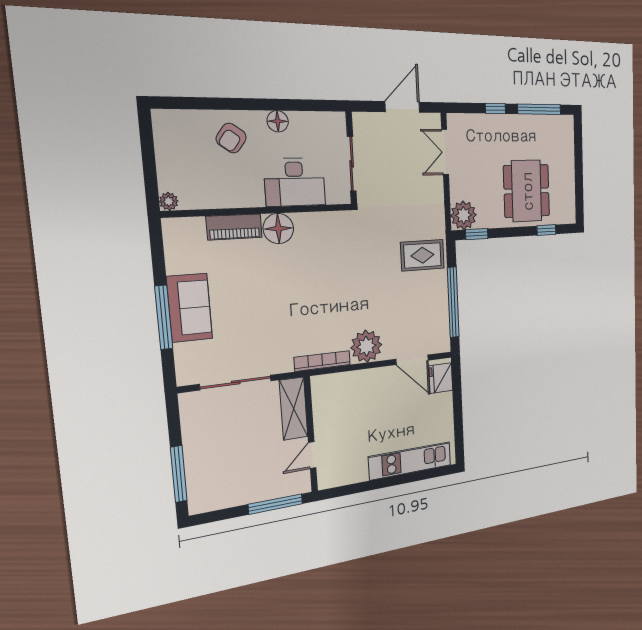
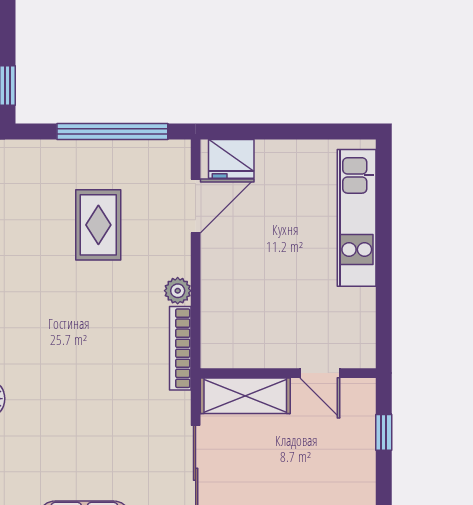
rug: (422, 255) -> (98, 225), moved
plant: (366, 346) -> (178, 291), width x0.53, depth x0.53
window: (276, 504) -> (384, 432), width x0.46

